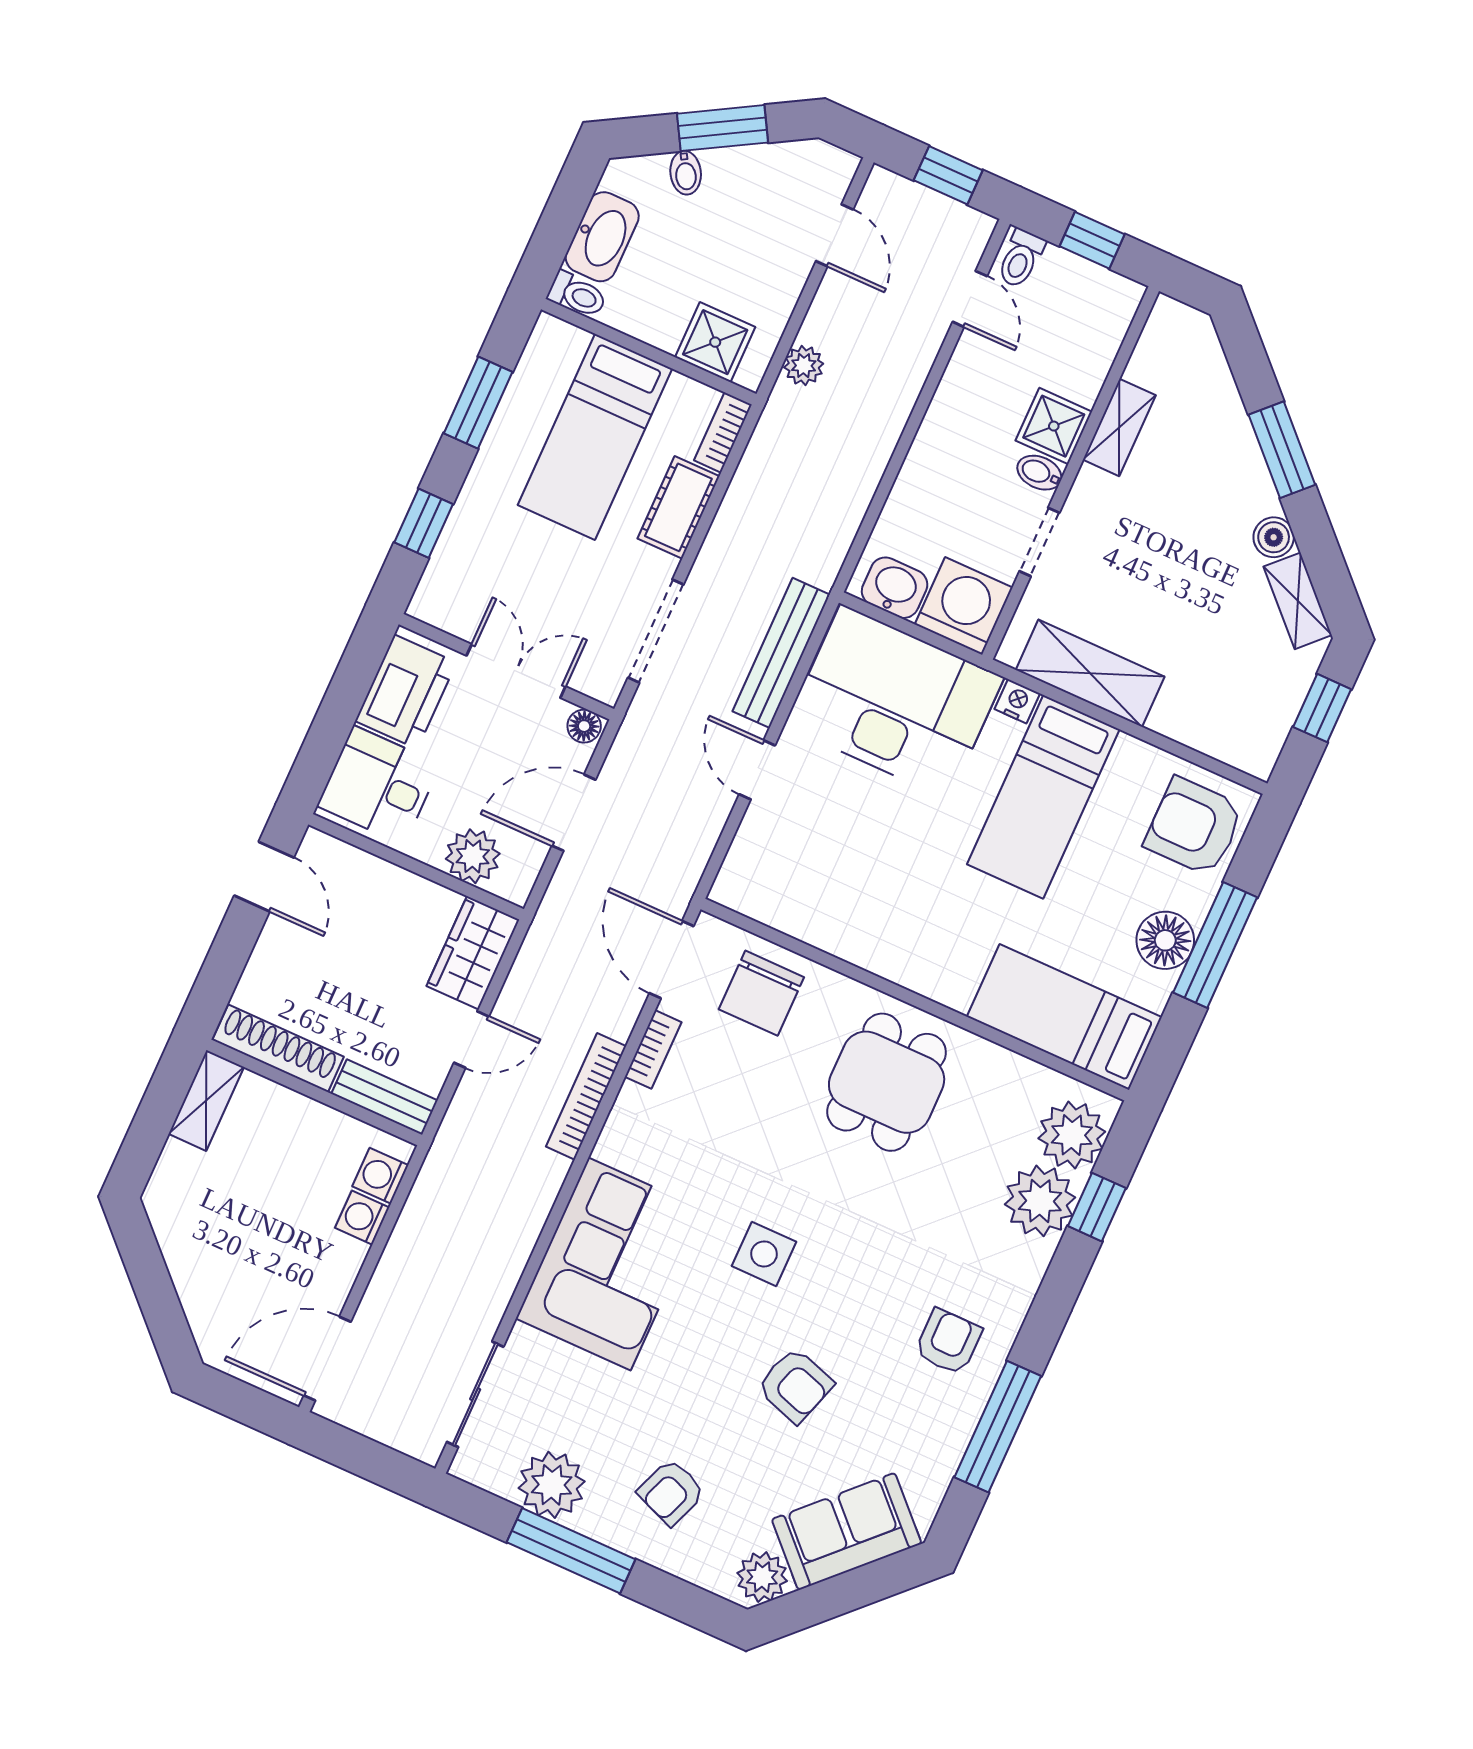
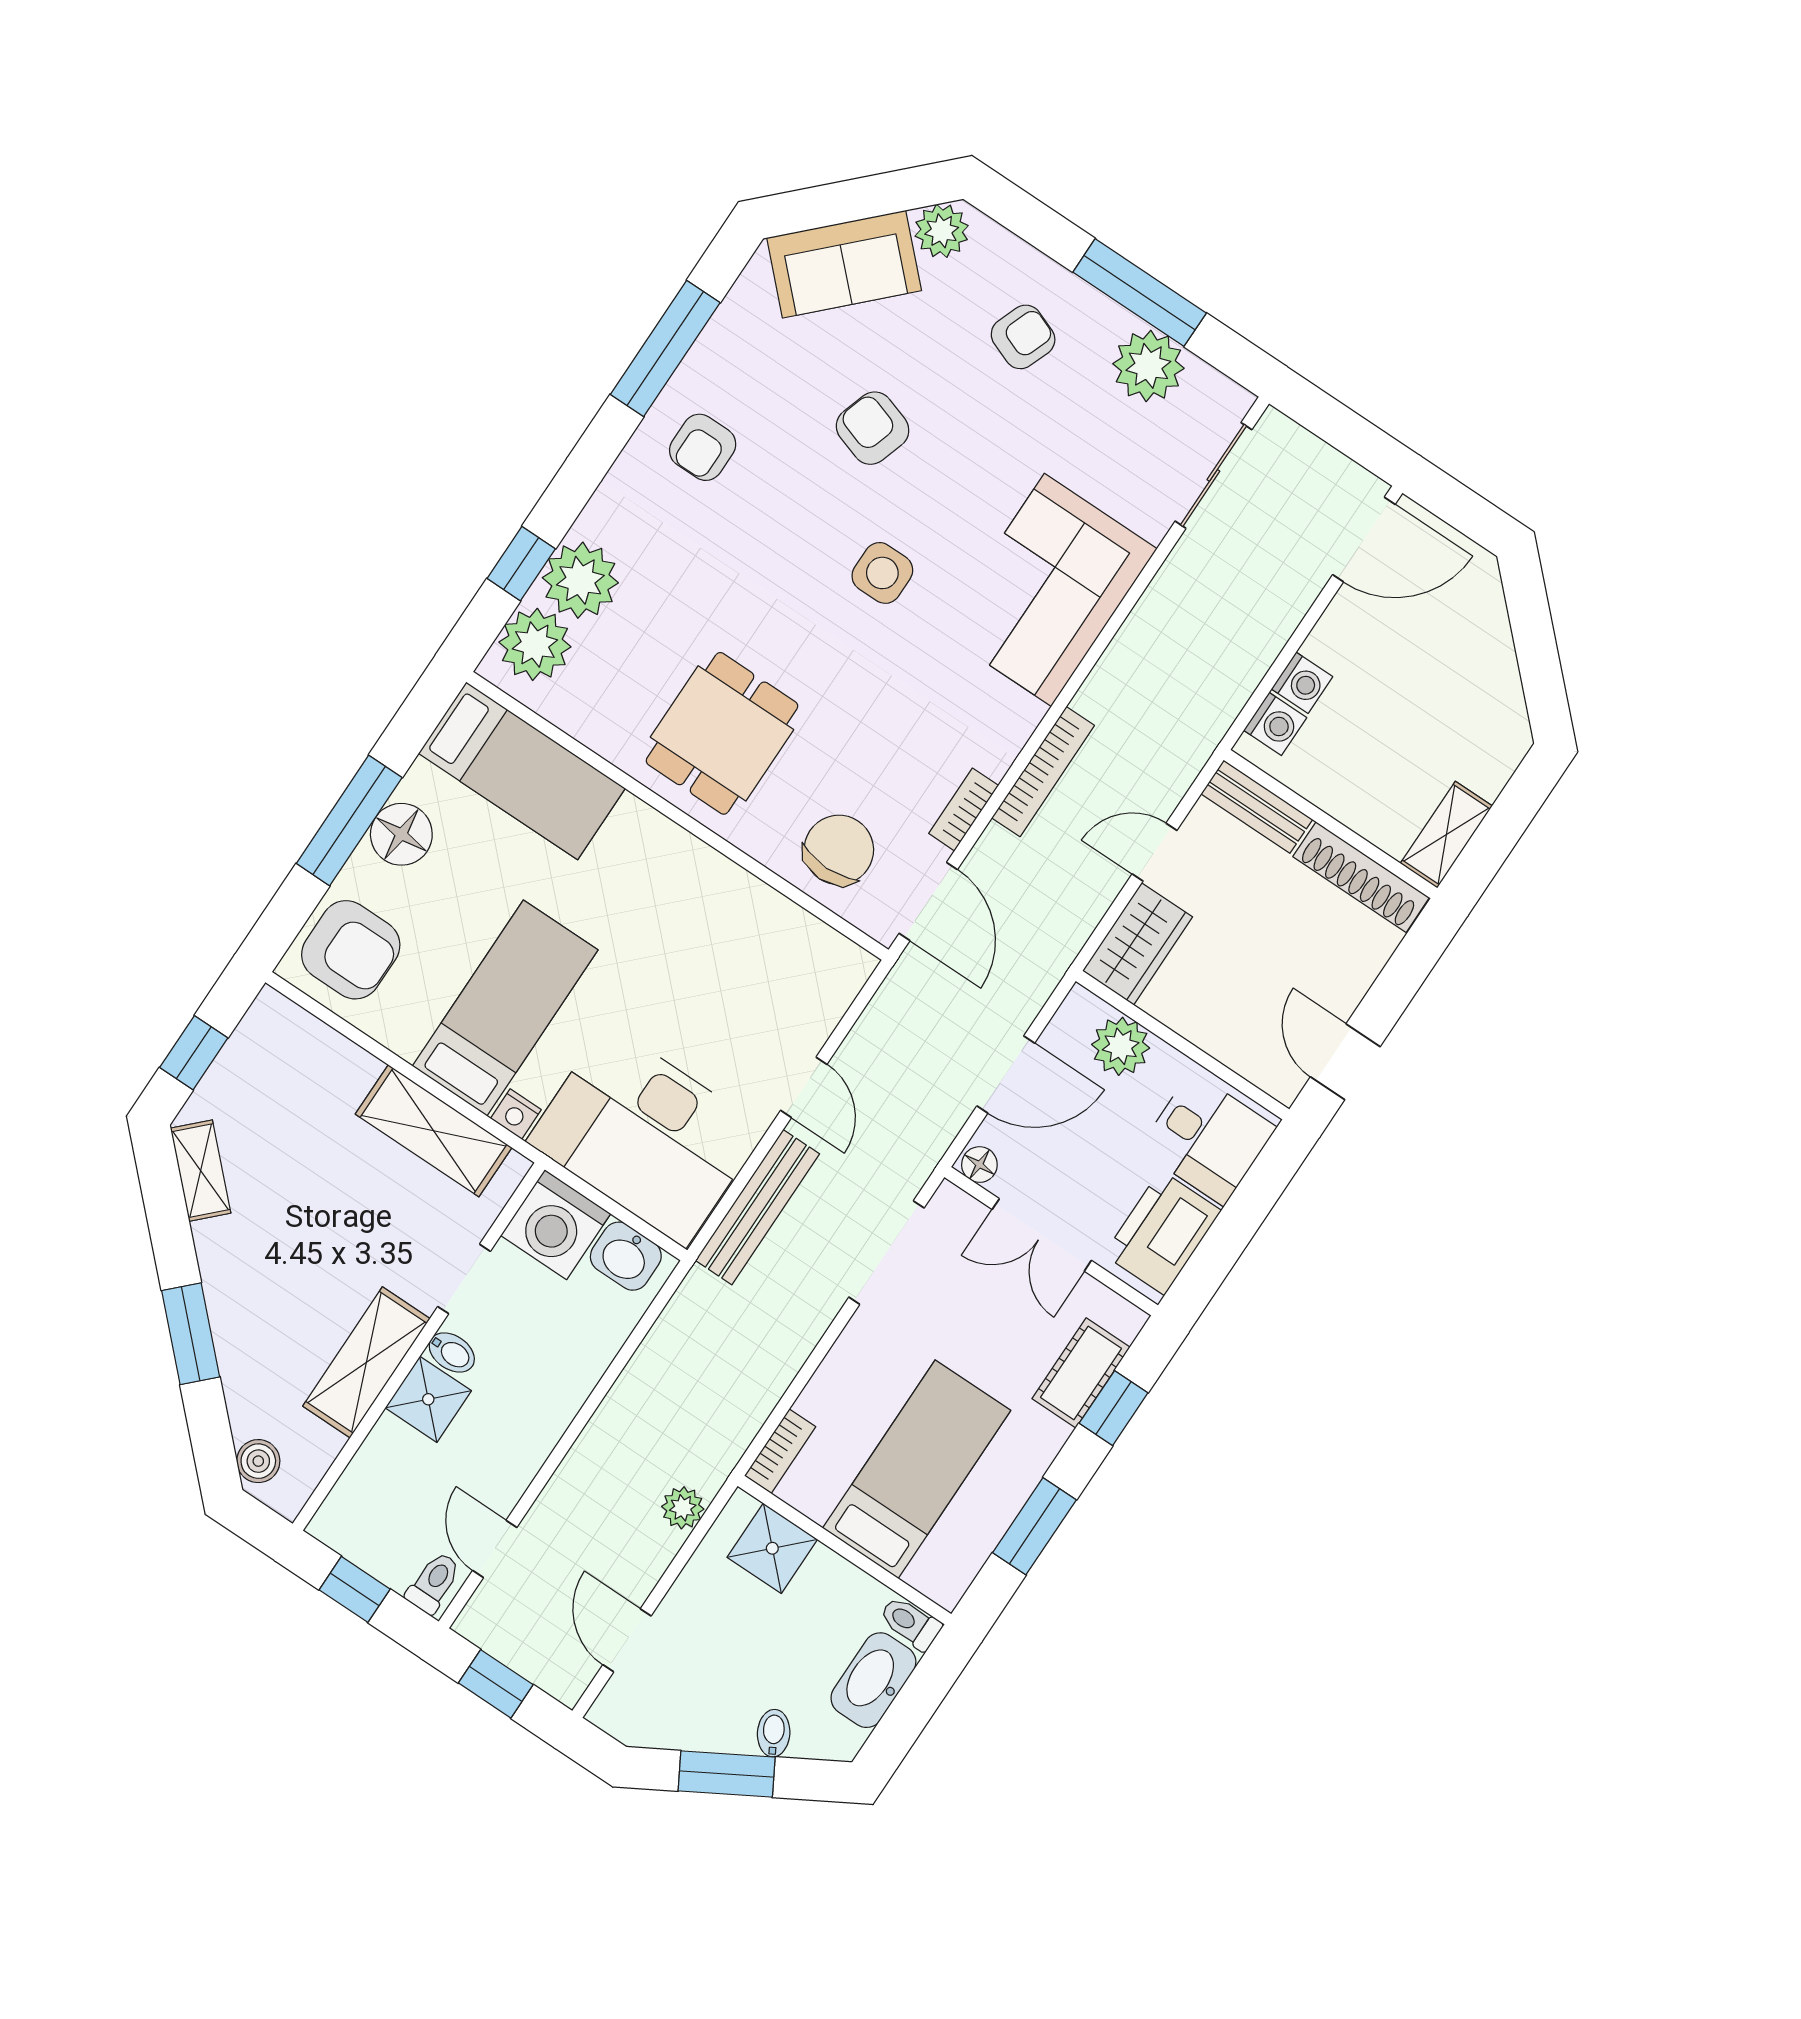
shelving: (1119, 427) -> (366, 1362), width x1.50, depth x1.33
cot: (678, 507) -> (1081, 1373), moved
boiler: (1274, 537) -> (258, 1461), moved

